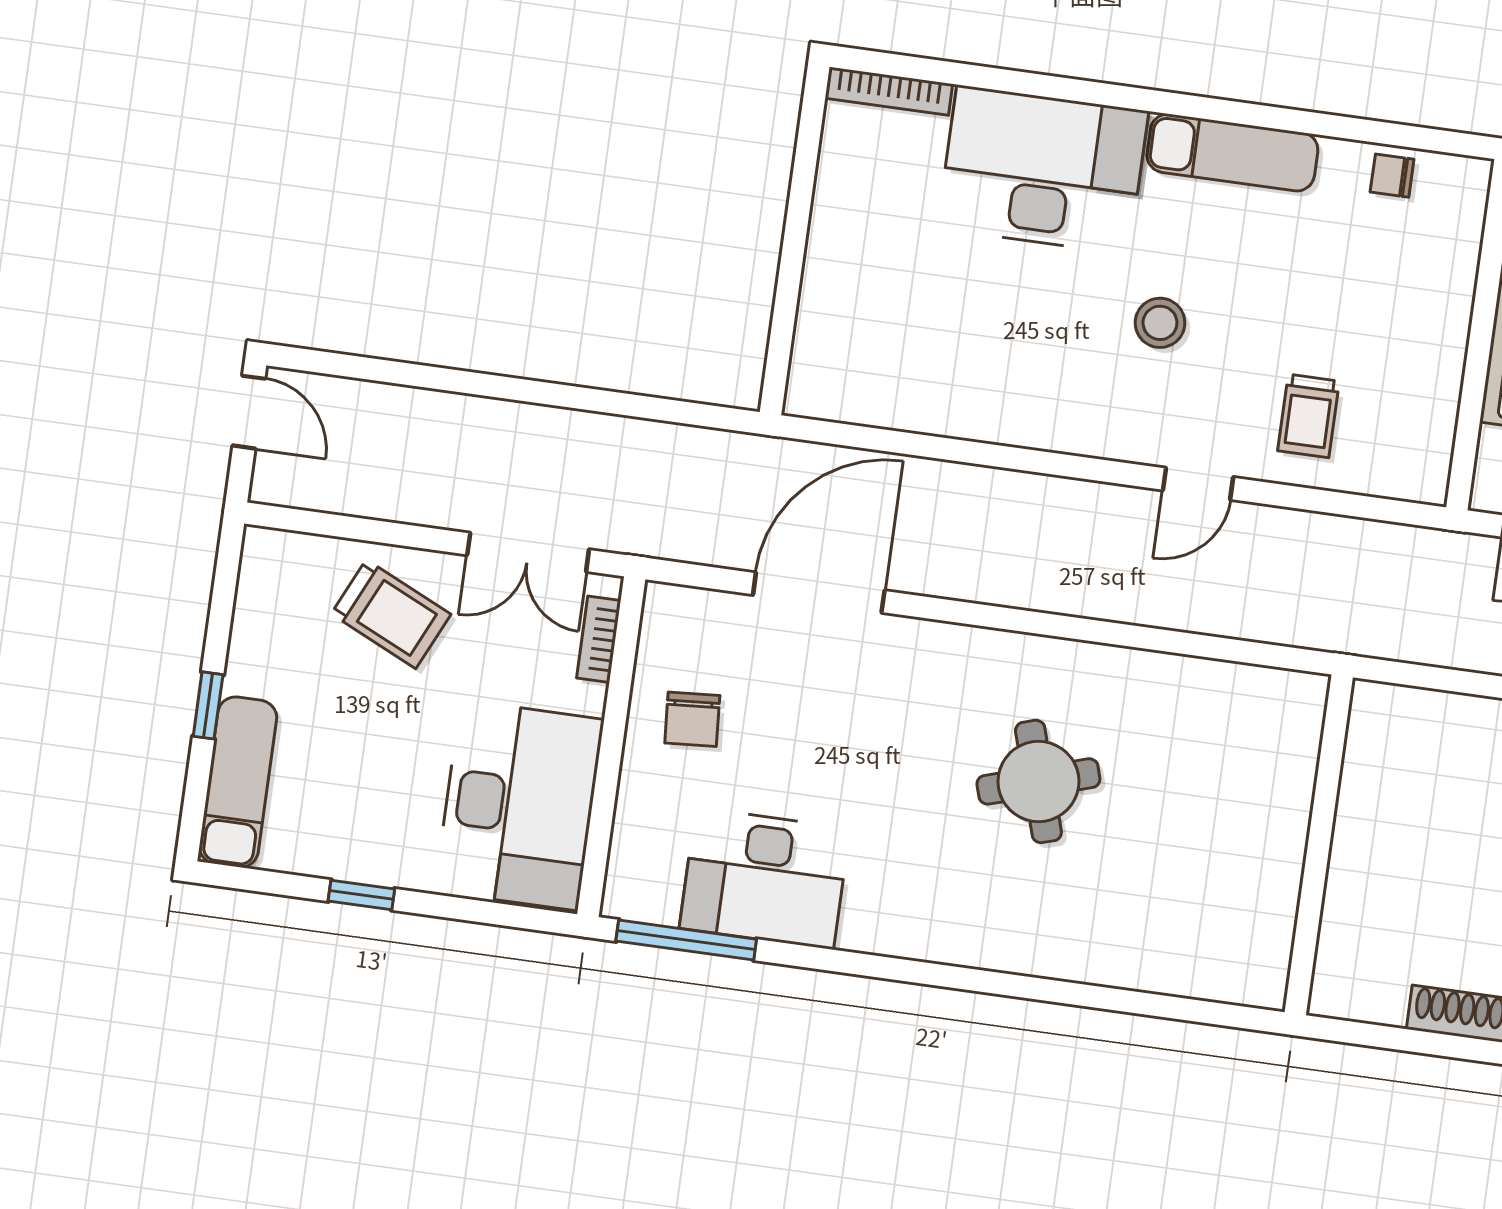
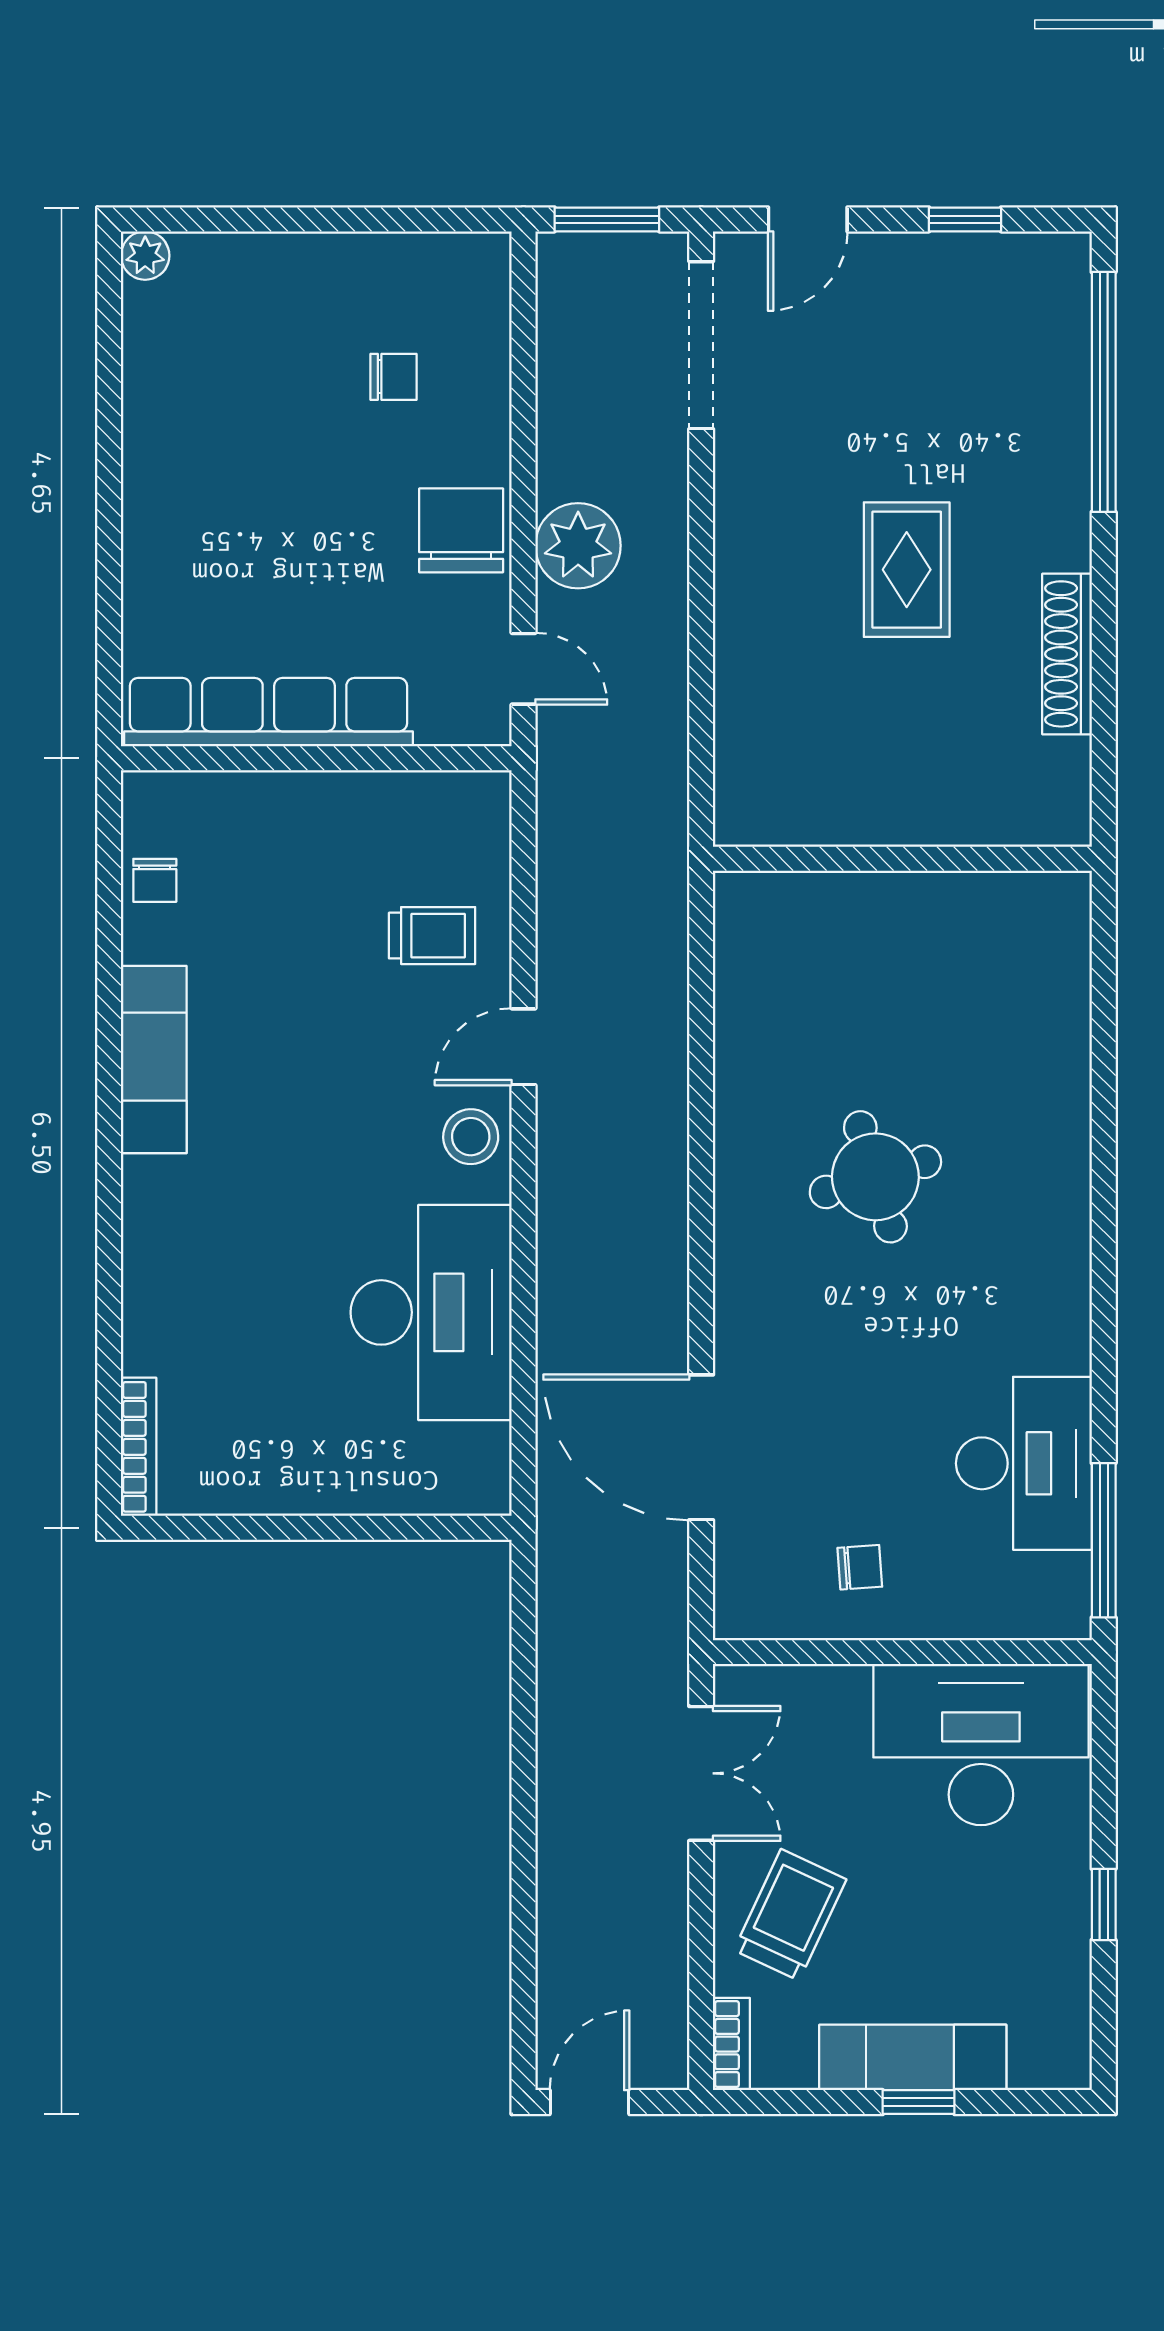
desk: (1043, 170) -> (431, 1312), moved, turned 180
stool: (1160, 323) -> (471, 1137), moved
door: (1198, 484) -> (524, 1047), swing flipped
bookcase: (599, 639) -> (731, 2044), moved, turned -90
chair: (692, 719) -> (860, 1567), width x0.73, depth x0.73
exam couch: (238, 782) -> (913, 2057), moved

